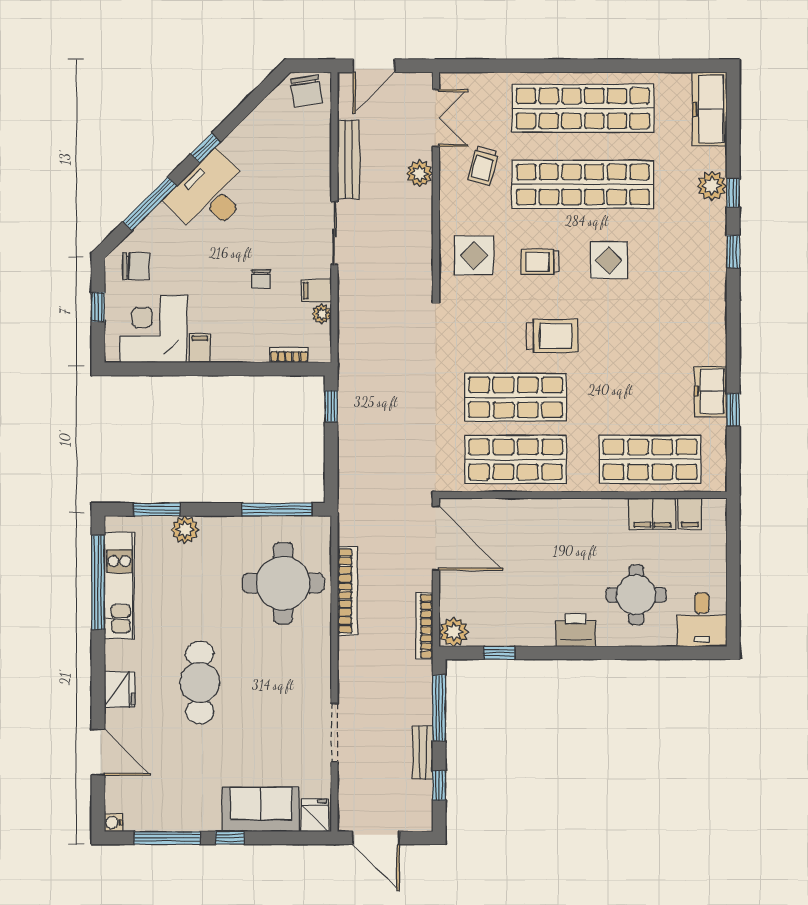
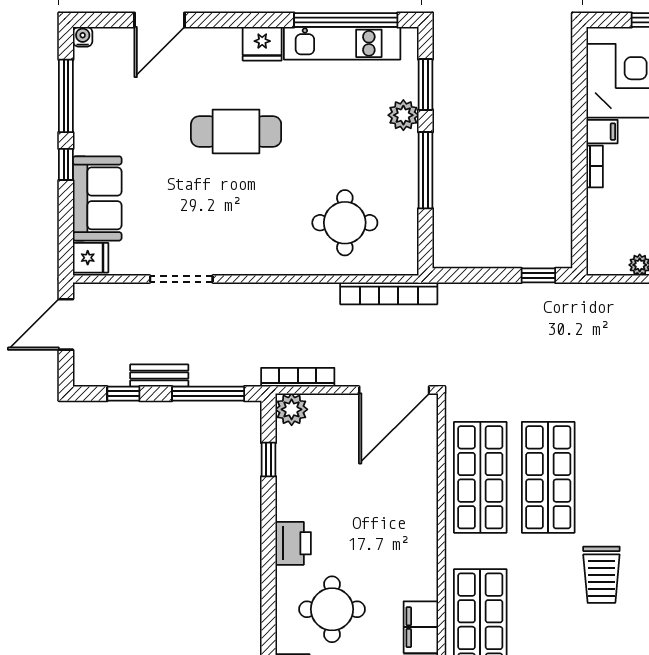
trolley: (552, 336) -> (601, 575), moved
bookcase: (289, 355) -> (595, 166), moved
window: (277, 509) -> (426, 170), moved
round table: (283, 583) -> (345, 223), width x0.73, depth x0.73
bookcase: (348, 591) -> (389, 293), moved
fridge: (120, 689) -> (262, 44), moved

